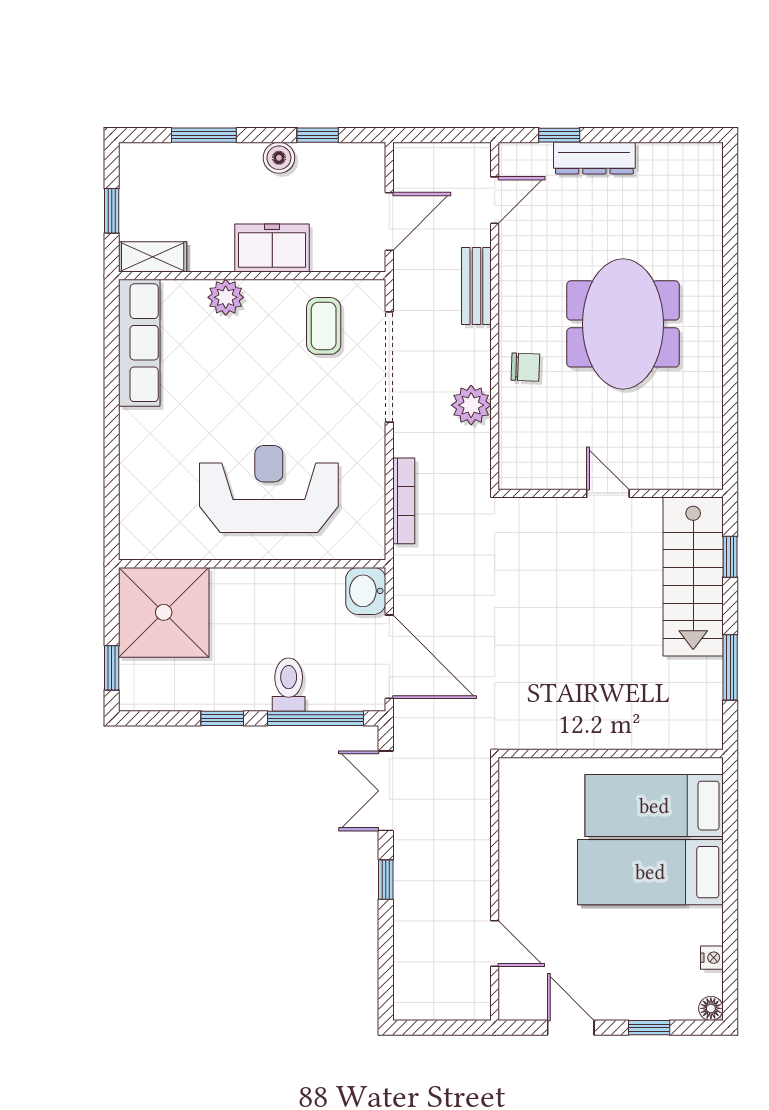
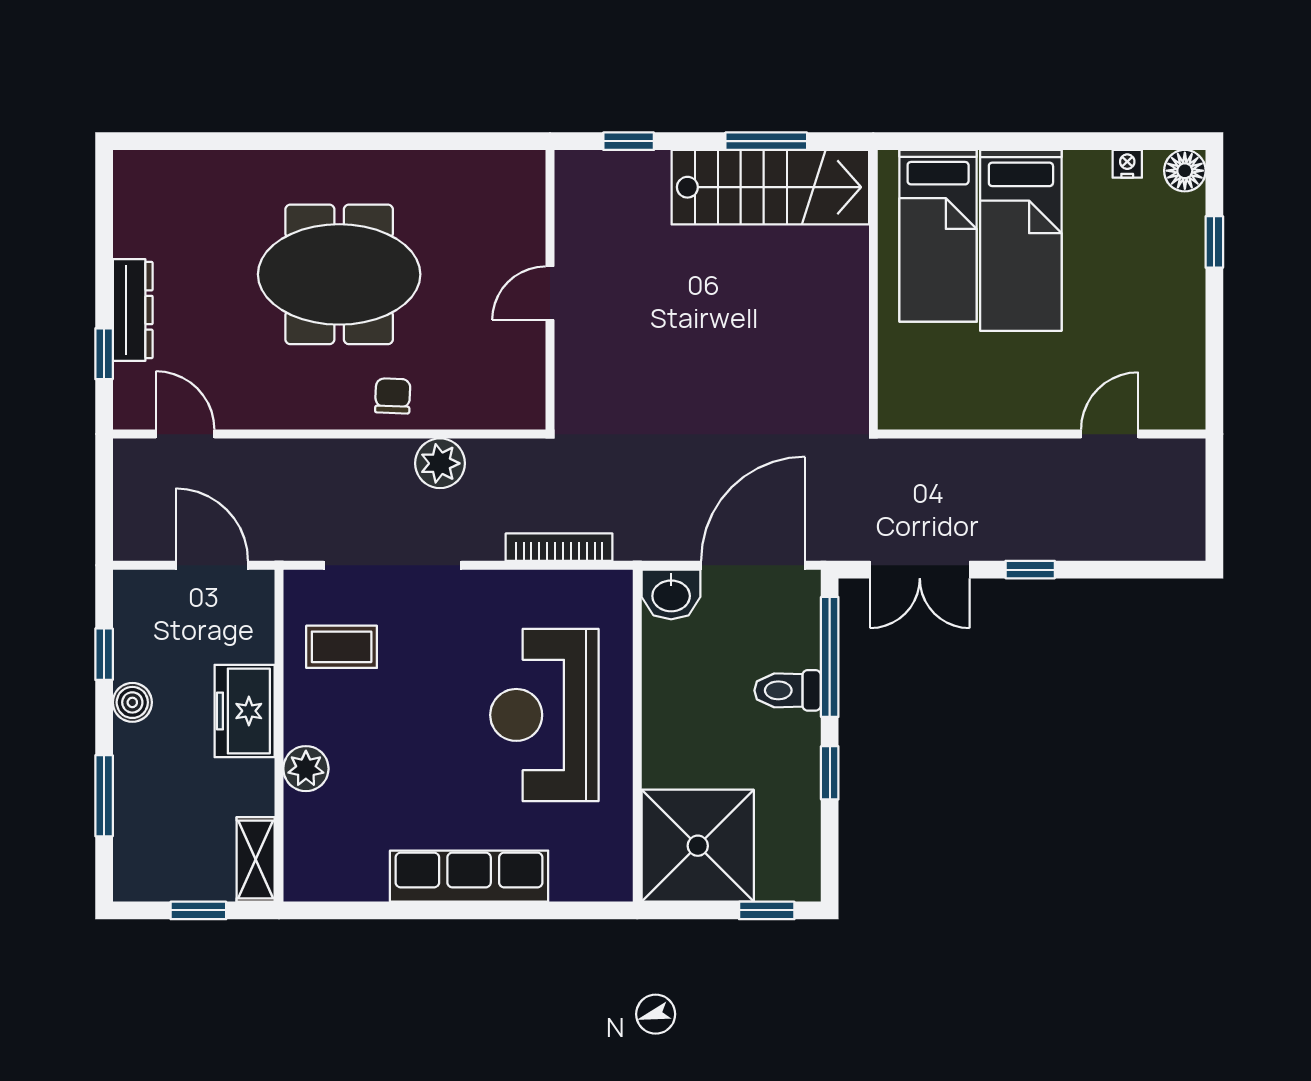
bench: (476, 286) -> (292, 457), removed
row of seats: (139, 343) -> (469, 876), moved
stairs: (693, 577) -> (770, 187), moved
floor lamp: (711, 1008) -> (1185, 171), width x1.37, depth x1.37
door: (571, 1028) -> (1214, 339), removed

